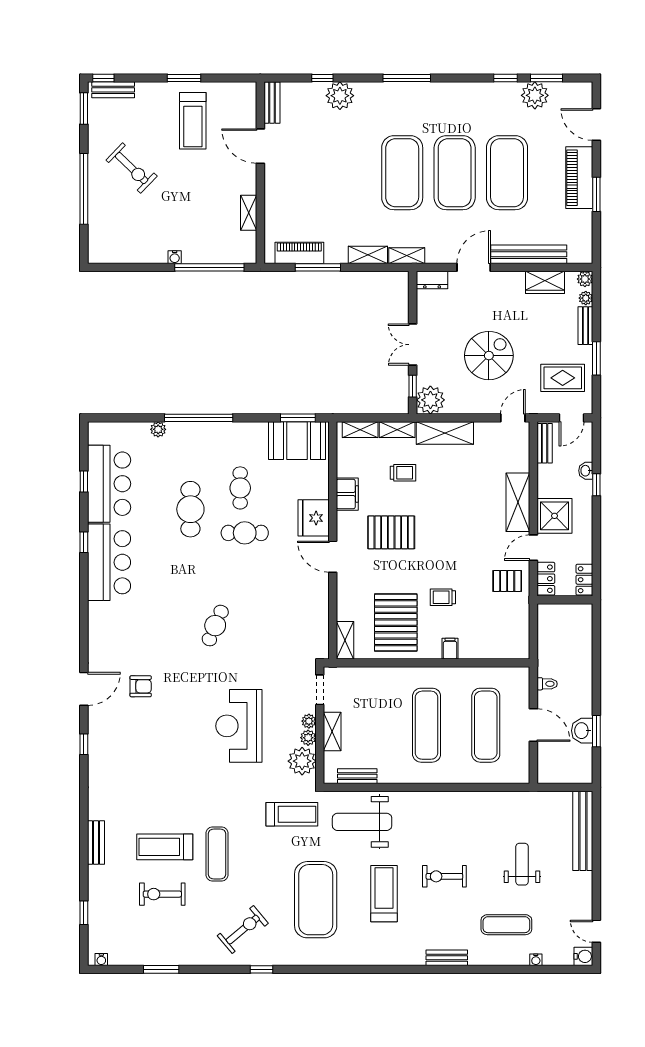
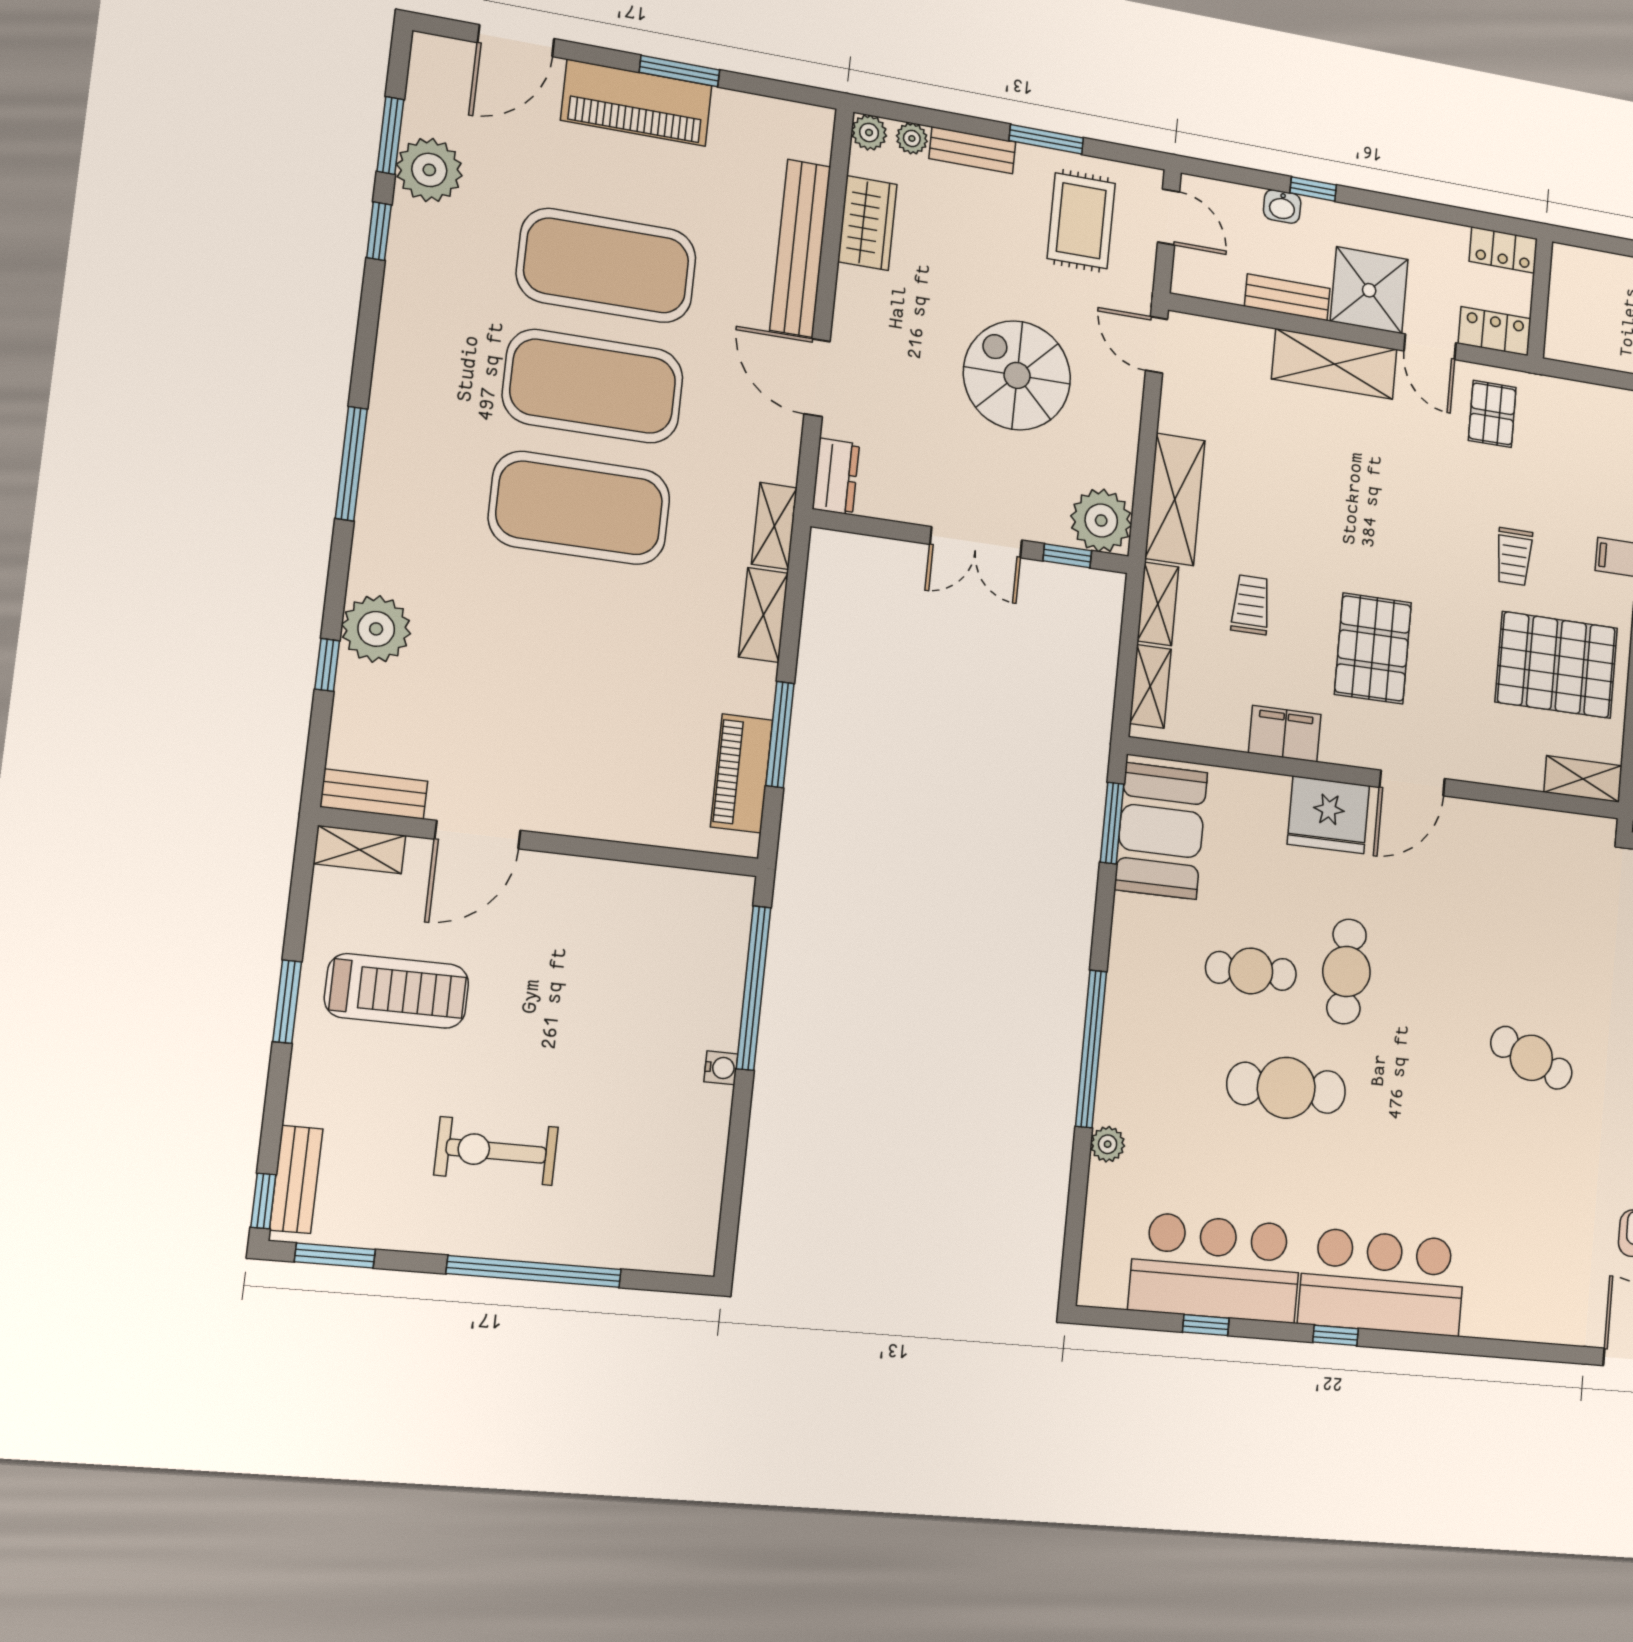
exercise bike: (132, 168) -> (496, 1151), turned -134
shelving: (249, 213) -> (359, 850), moved
bench: (545, 443) -> (1287, 297), moved

